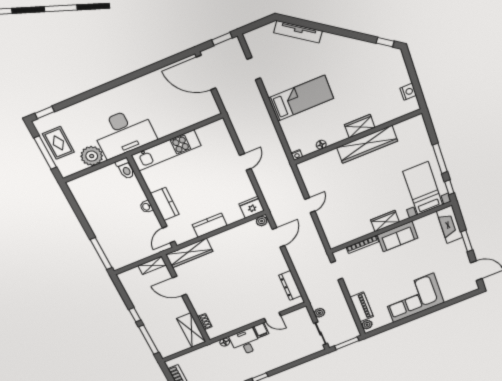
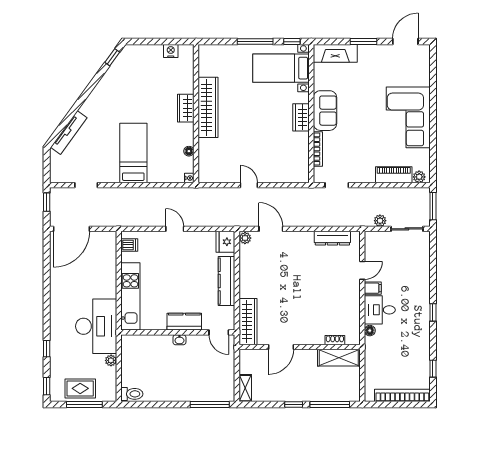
window: (80, 98) -> (47, 349), added
dishwasher: (214, 130) -> (129, 245), added
plant: (92, 156) -> (111, 360), width x0.53, depth x0.53
toilet: (125, 169) -> (132, 394), moved
kitchen counter: (210, 225) -> (226, 281), width x1.50
shelving: (152, 265) -> (245, 388), moved

